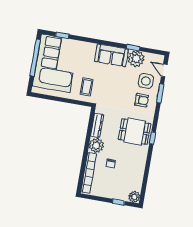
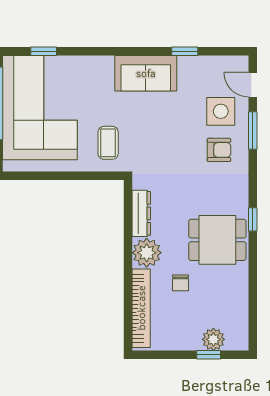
plant: (136, 59) -> (195, 71), removed
dining table: (135, 132) -> (217, 240), moved
plant: (134, 197) -> (213, 339), moved

